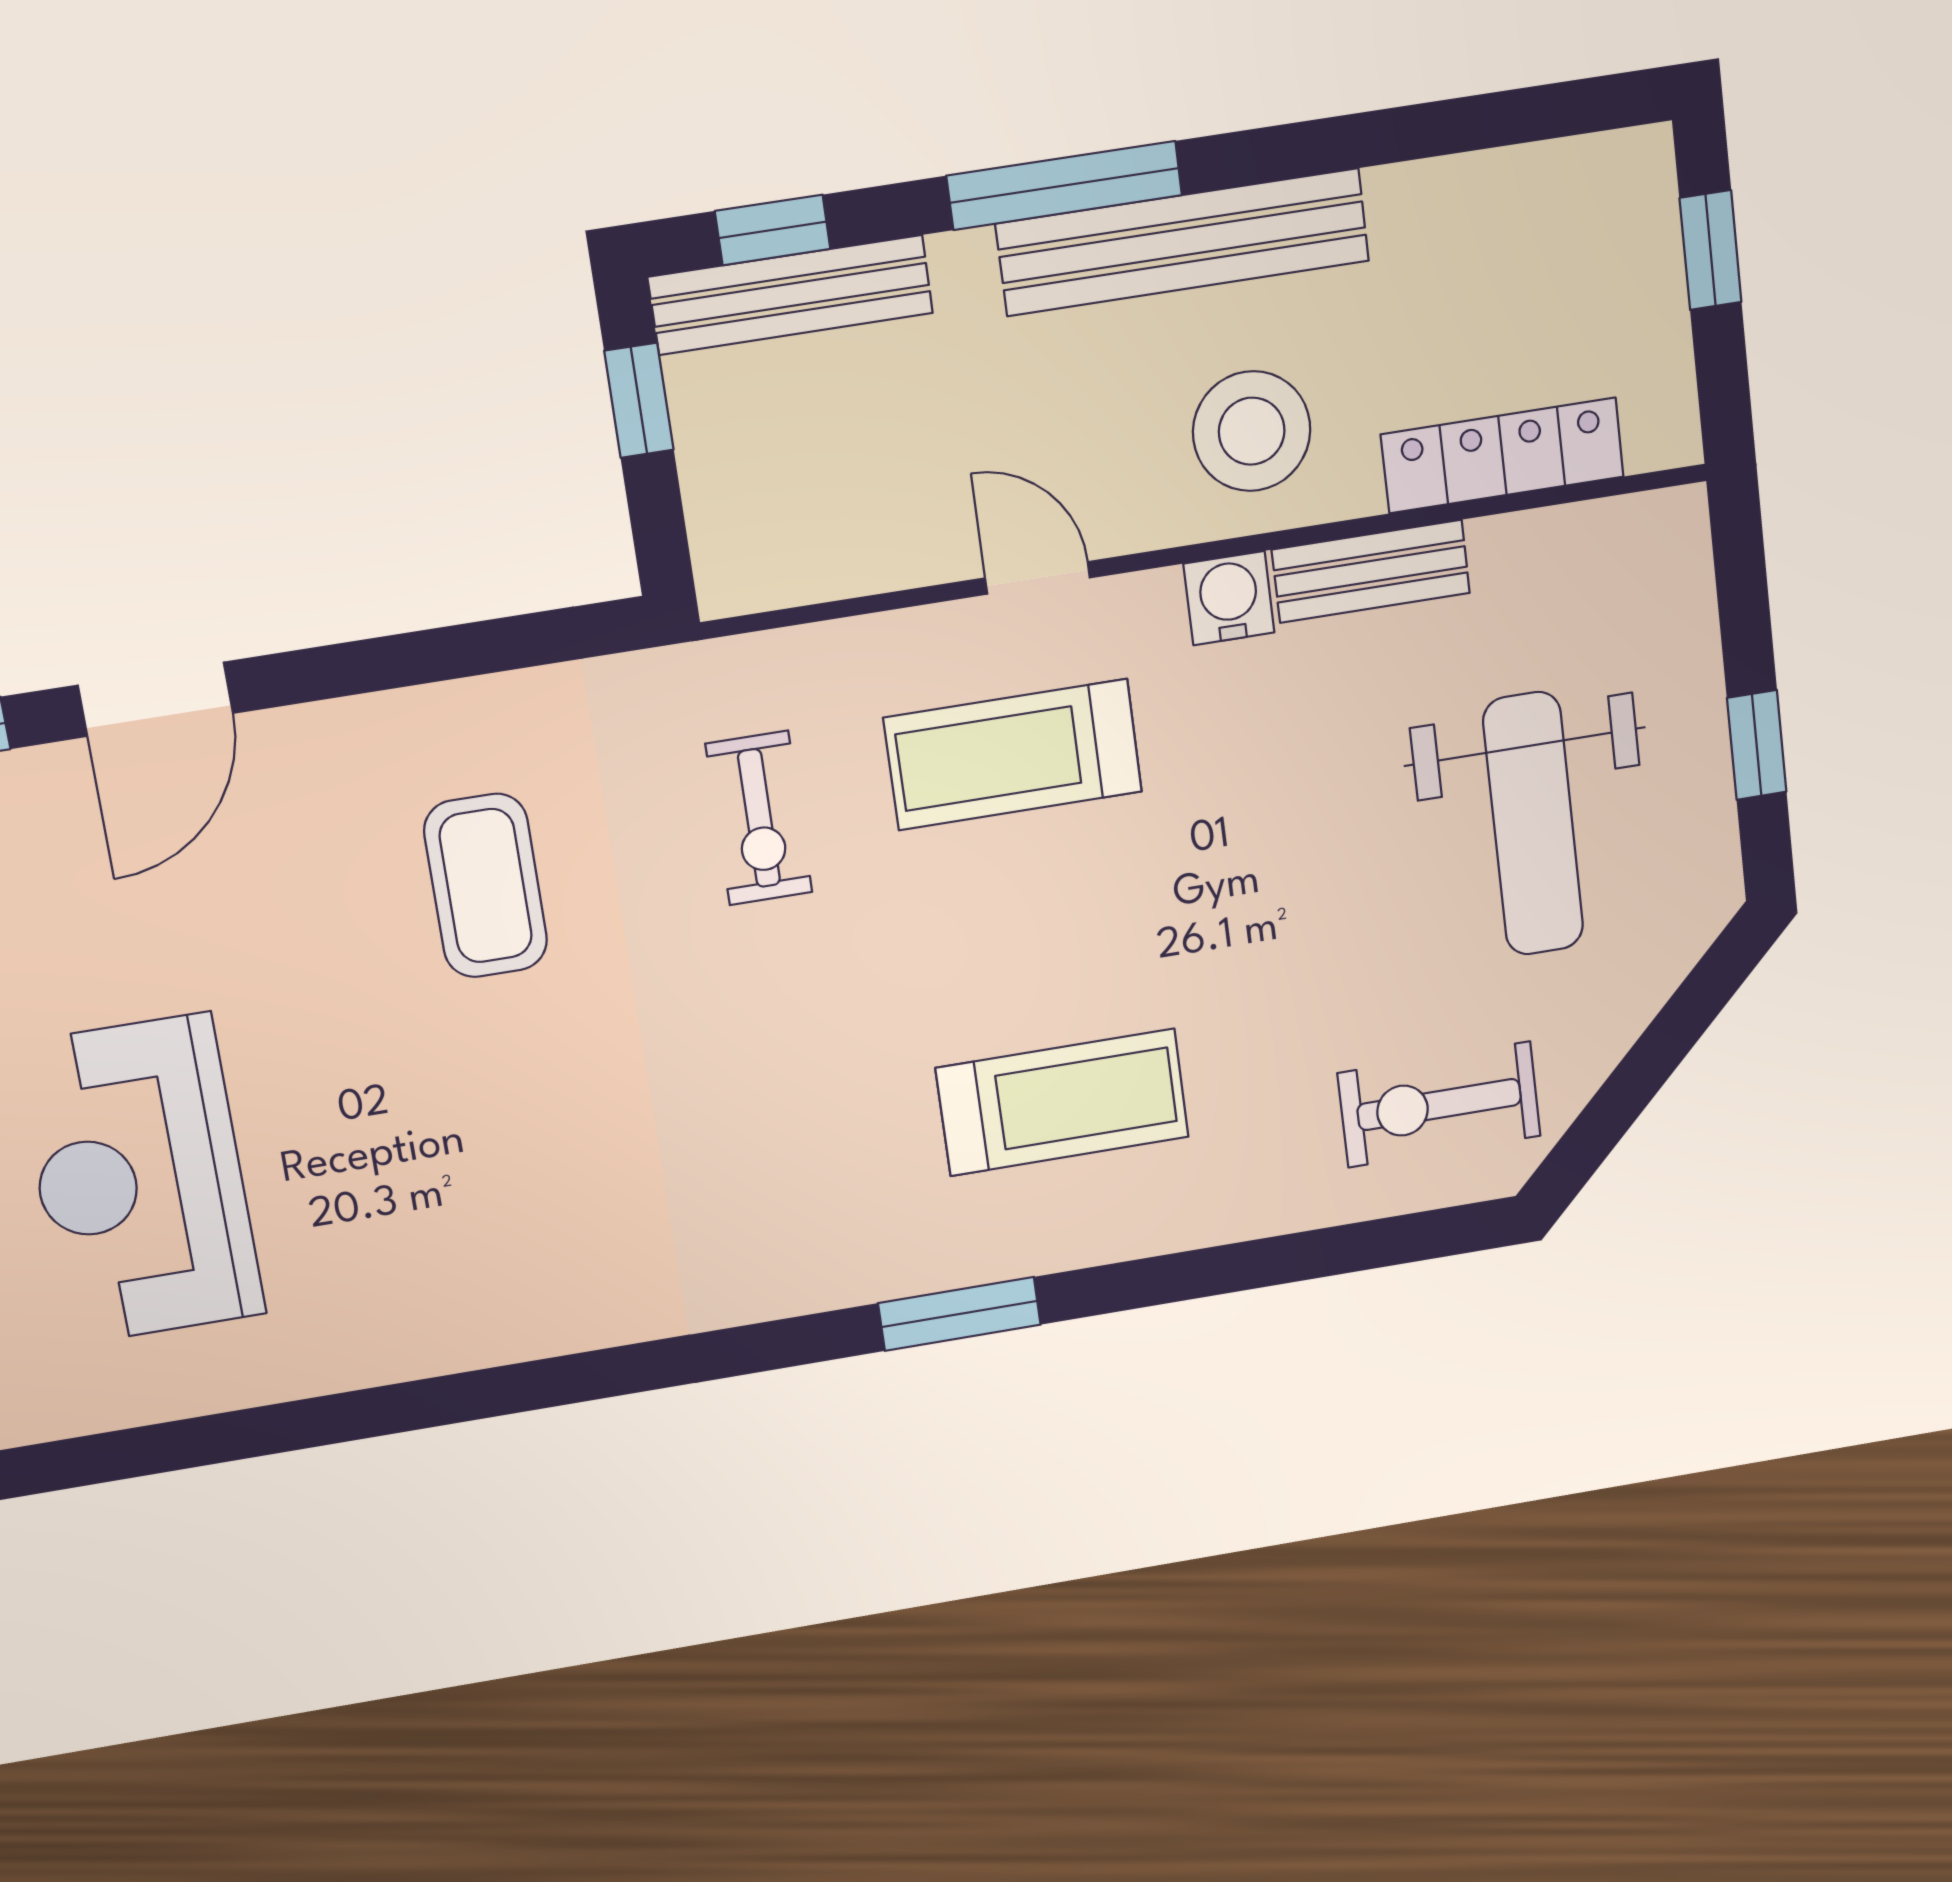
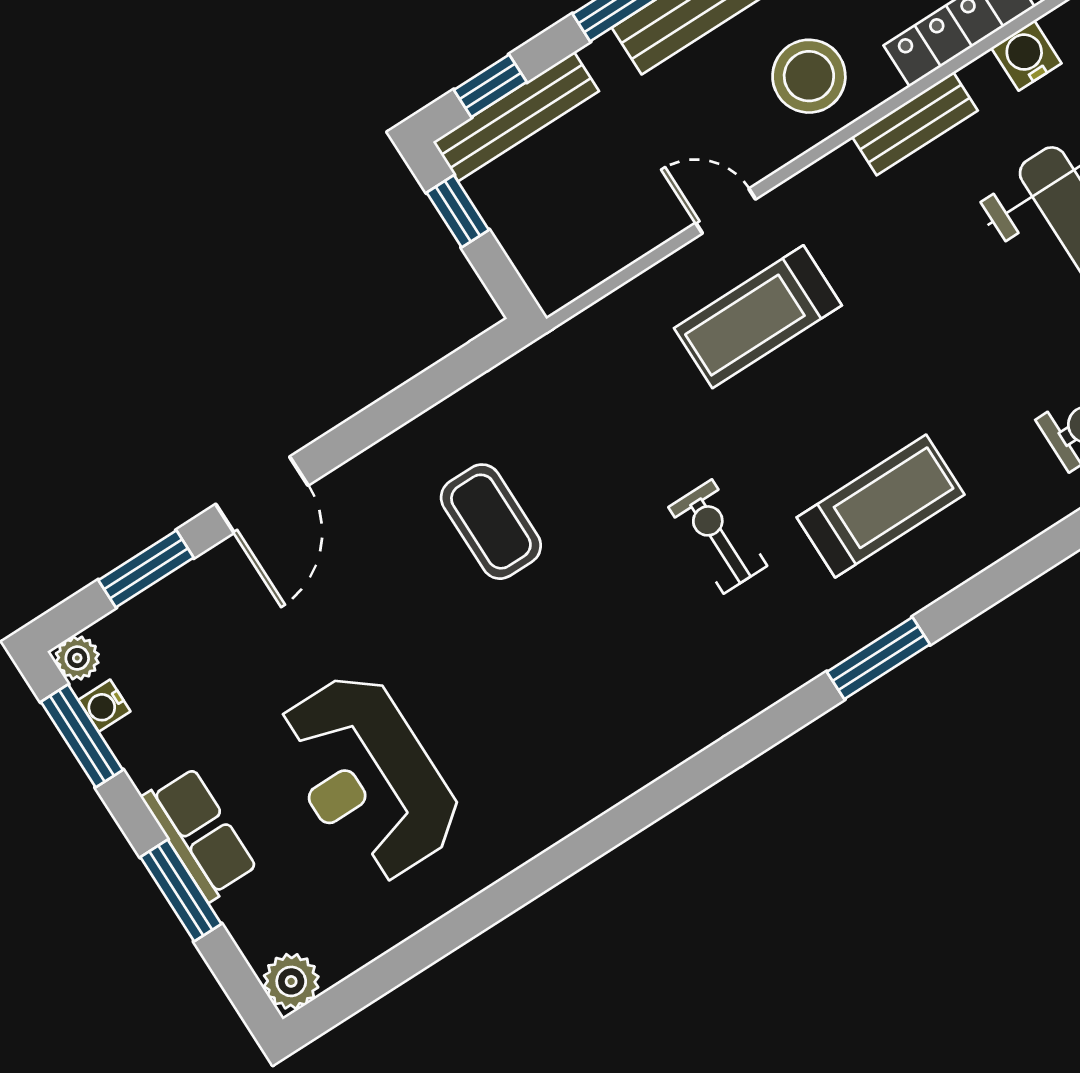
water cooler: (1229, 598) -> (1026, 55), moved
exercise bike: (759, 818) -> (718, 536), moved, turned 180

